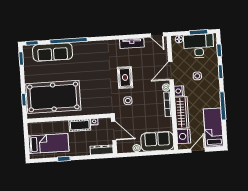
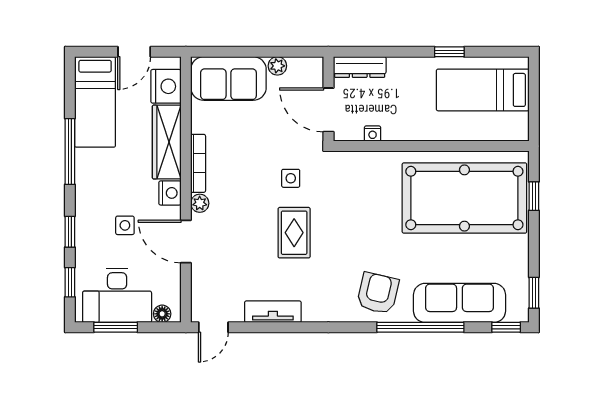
door: (157, 35) -> (213, 327), swing flipped
armchair: (88, 54) -> (378, 293), added
door: (171, 71) -> (186, 241), swing flipped
cot: (80, 125) -> (407, 128), removed

